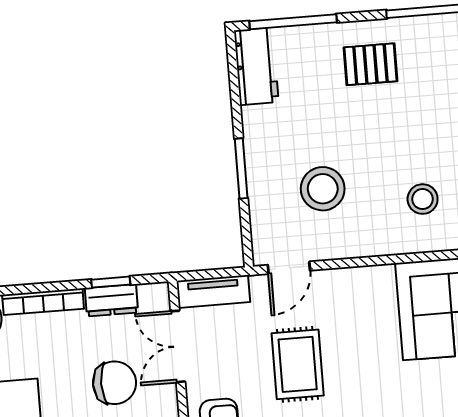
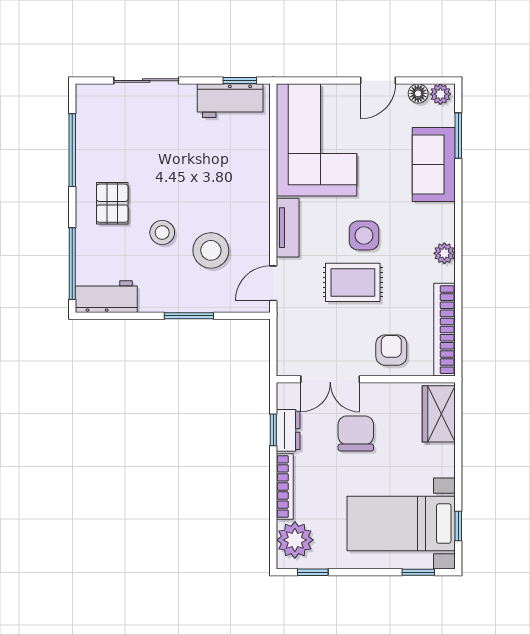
stool: (423, 199) -> (162, 232), moved
door: (289, 268) -> (273, 283), swing flipped
tv unit: (213, 291) -> (288, 228), moved
side table: (356, 373) -> (364, 235), added

